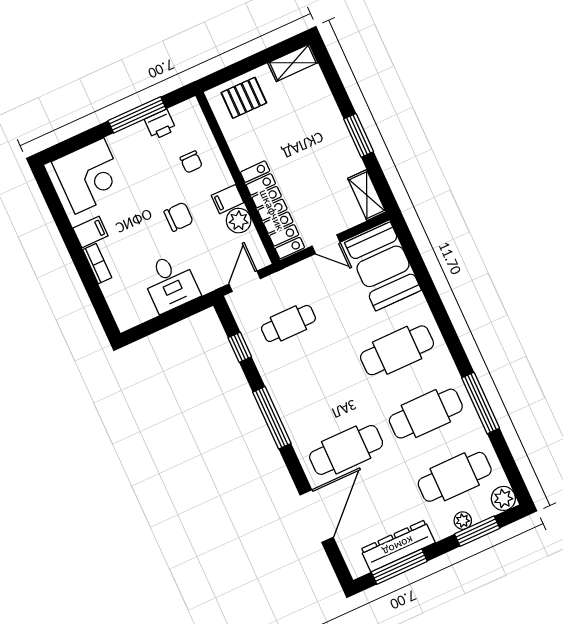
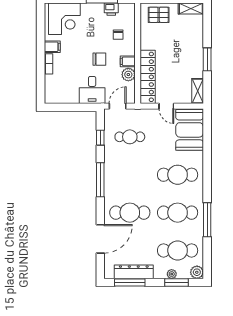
desk: (170, 283) -> (92, 90), moved

